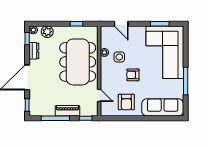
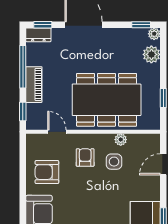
dresser: (34, 51) -> (38, 35), moved
armchair: (133, 75) -> (85, 157), moved
door: (99, 95) -> (57, 132), swing flipped

